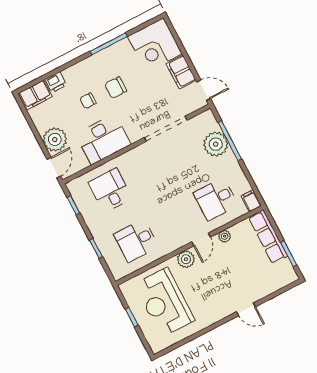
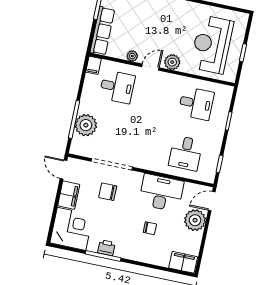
printer: (56, 82) -> (106, 248), moved
chair: (116, 88) -> (108, 192), moved, turned 180
reception desk: (165, 302) -> (212, 44), turned 180

